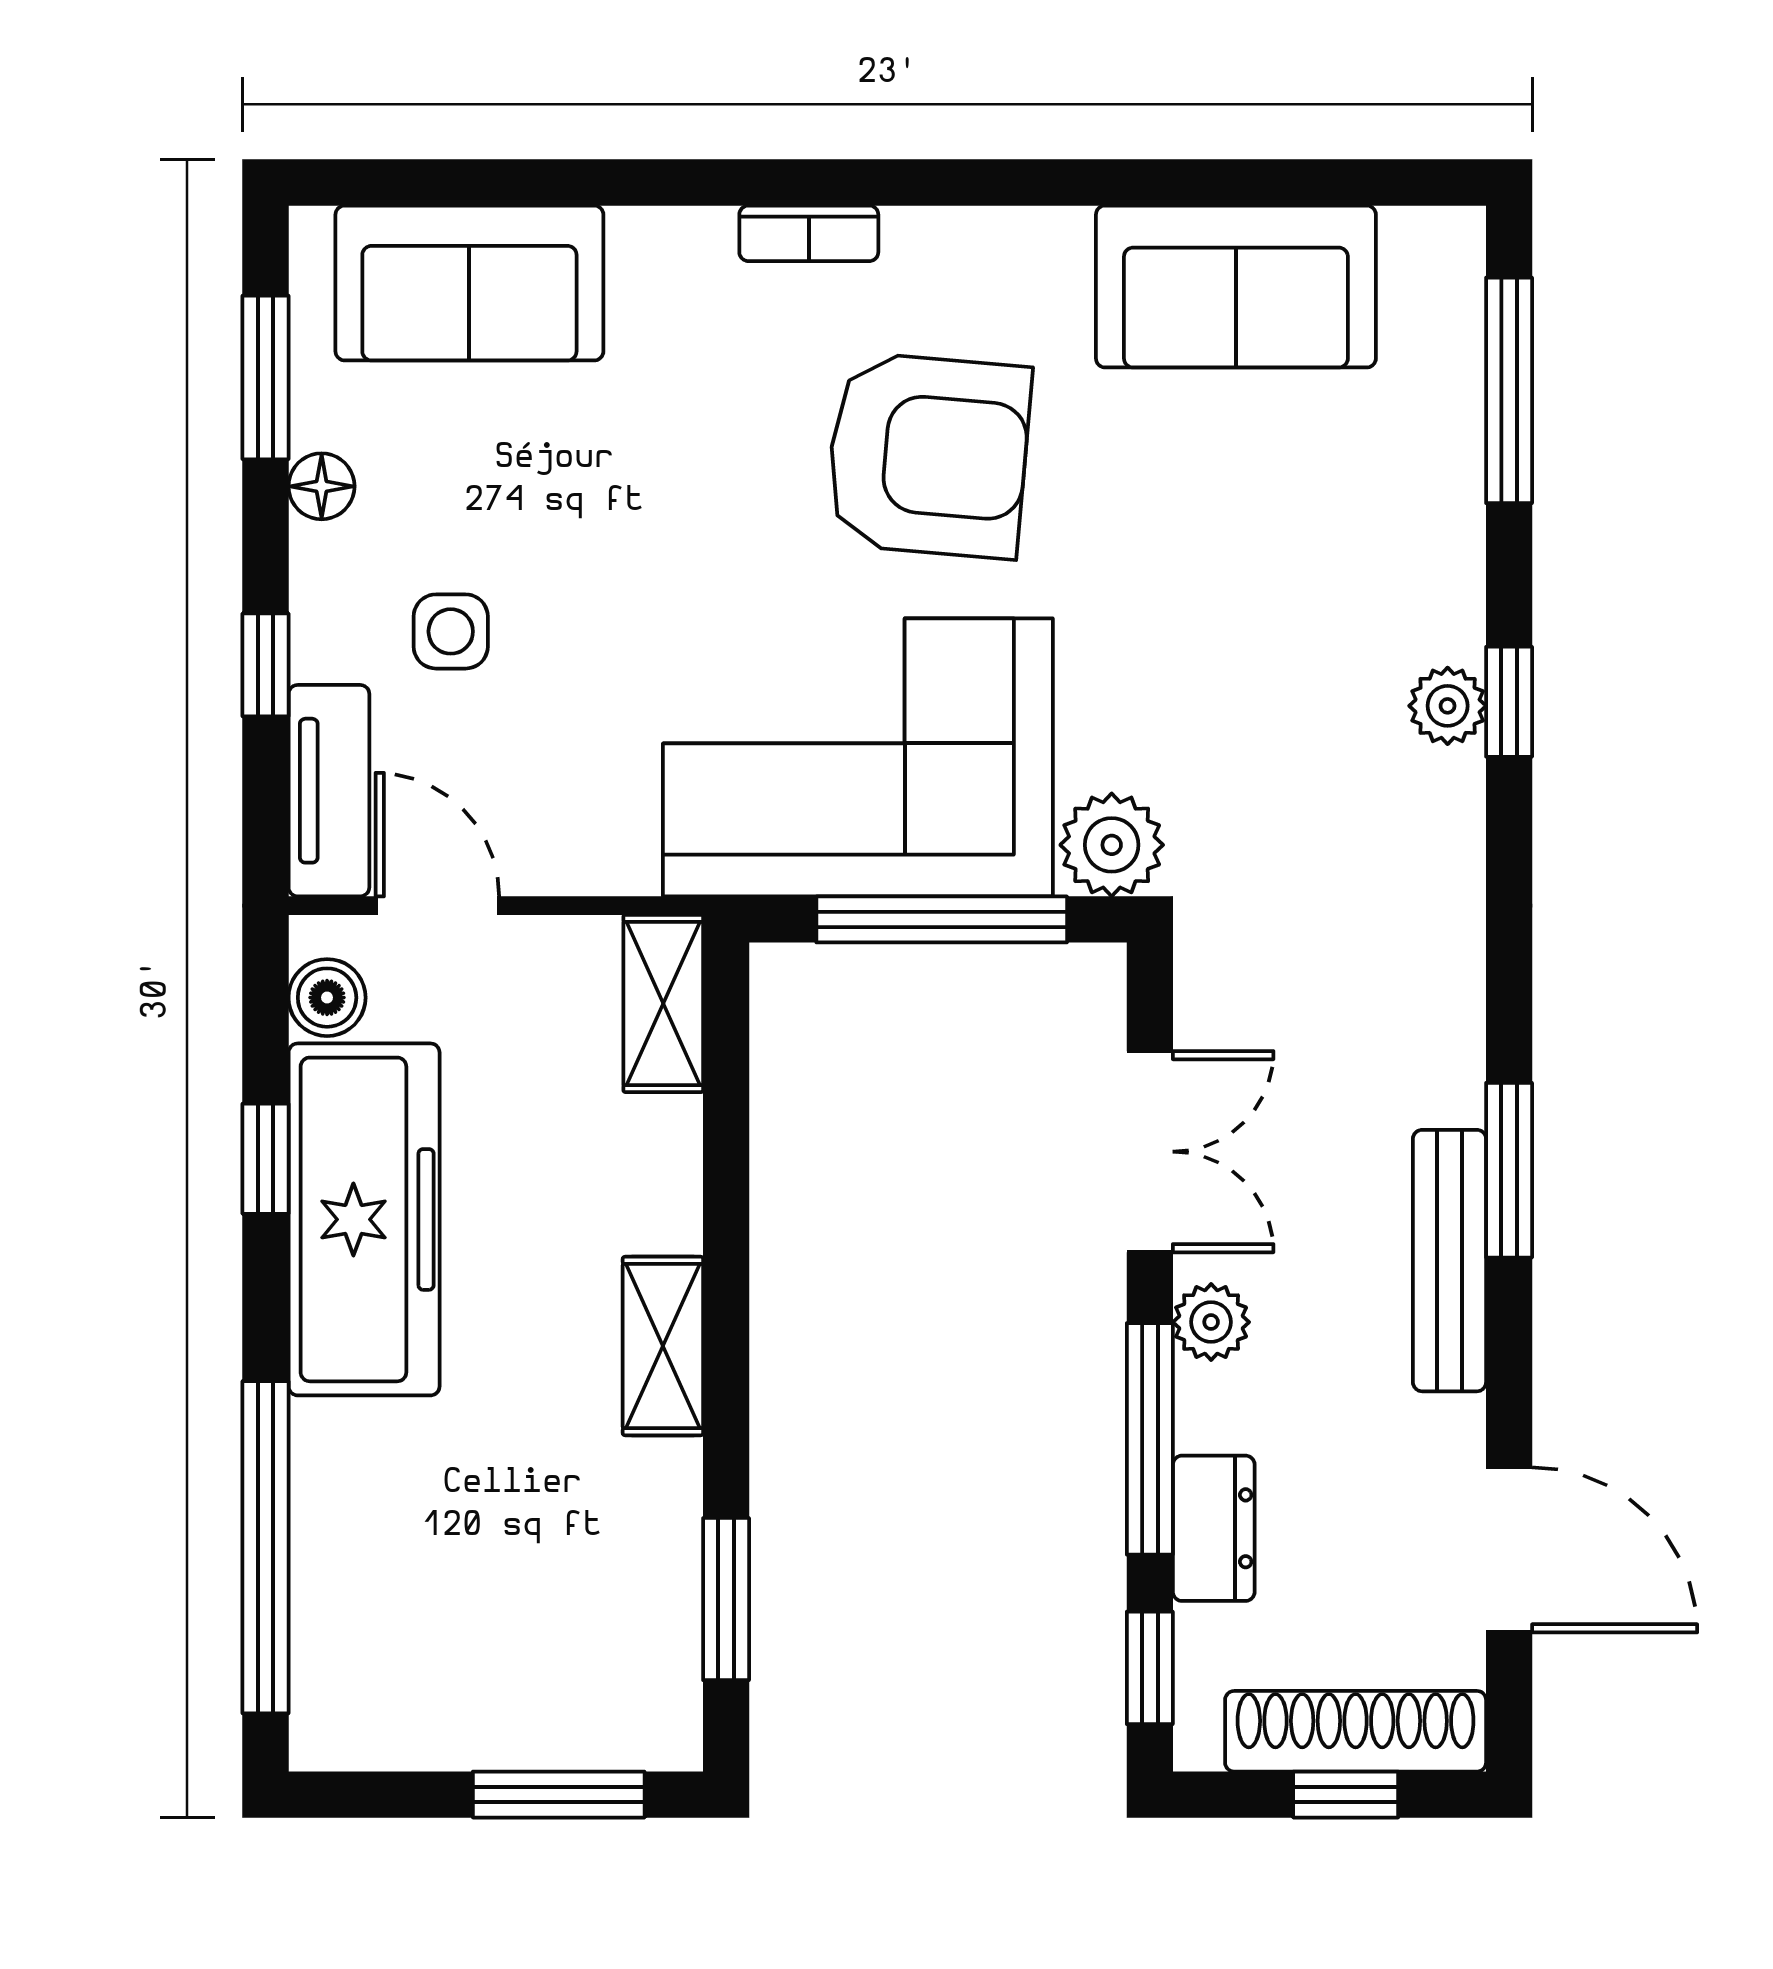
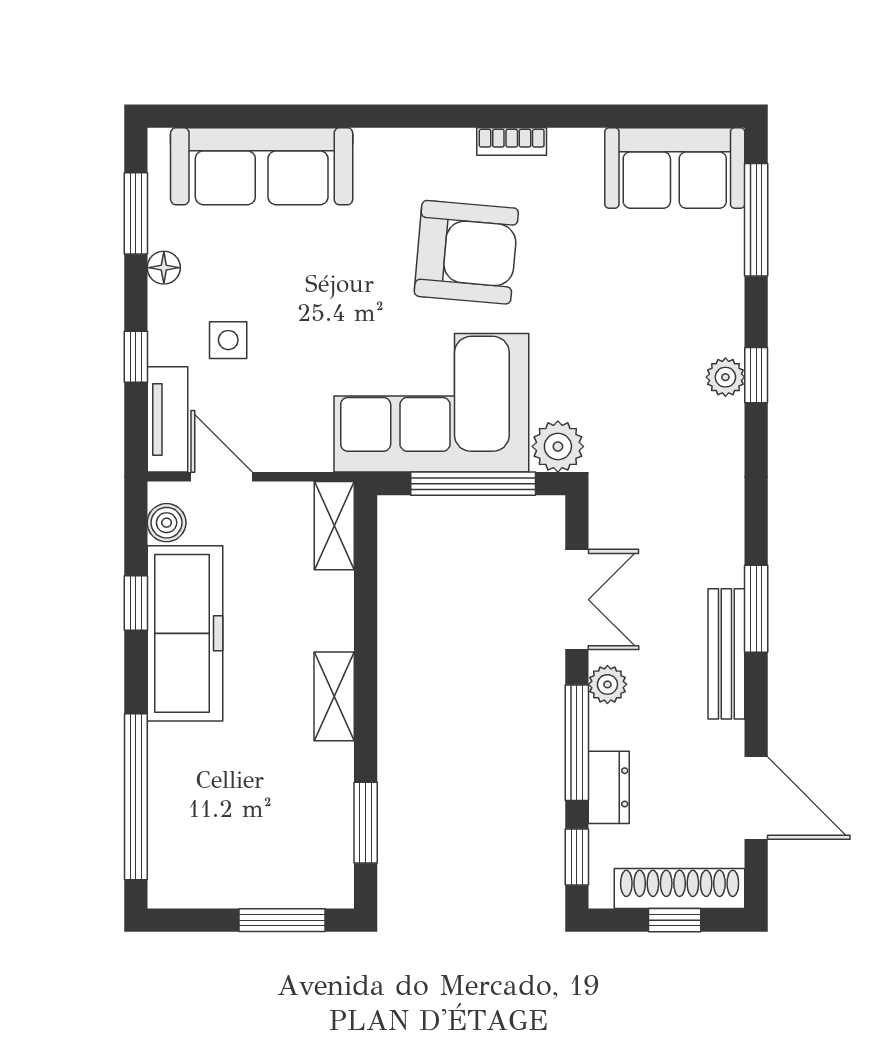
bookcase: (809, 233) -> (512, 141), moved
sofa: (469, 283) -> (262, 166), width x1.36
sofa: (1236, 286) -> (675, 168), moved

